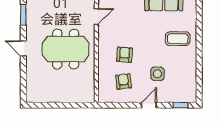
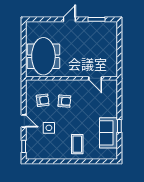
meeting table: (66, 49) -> (43, 56), moved

